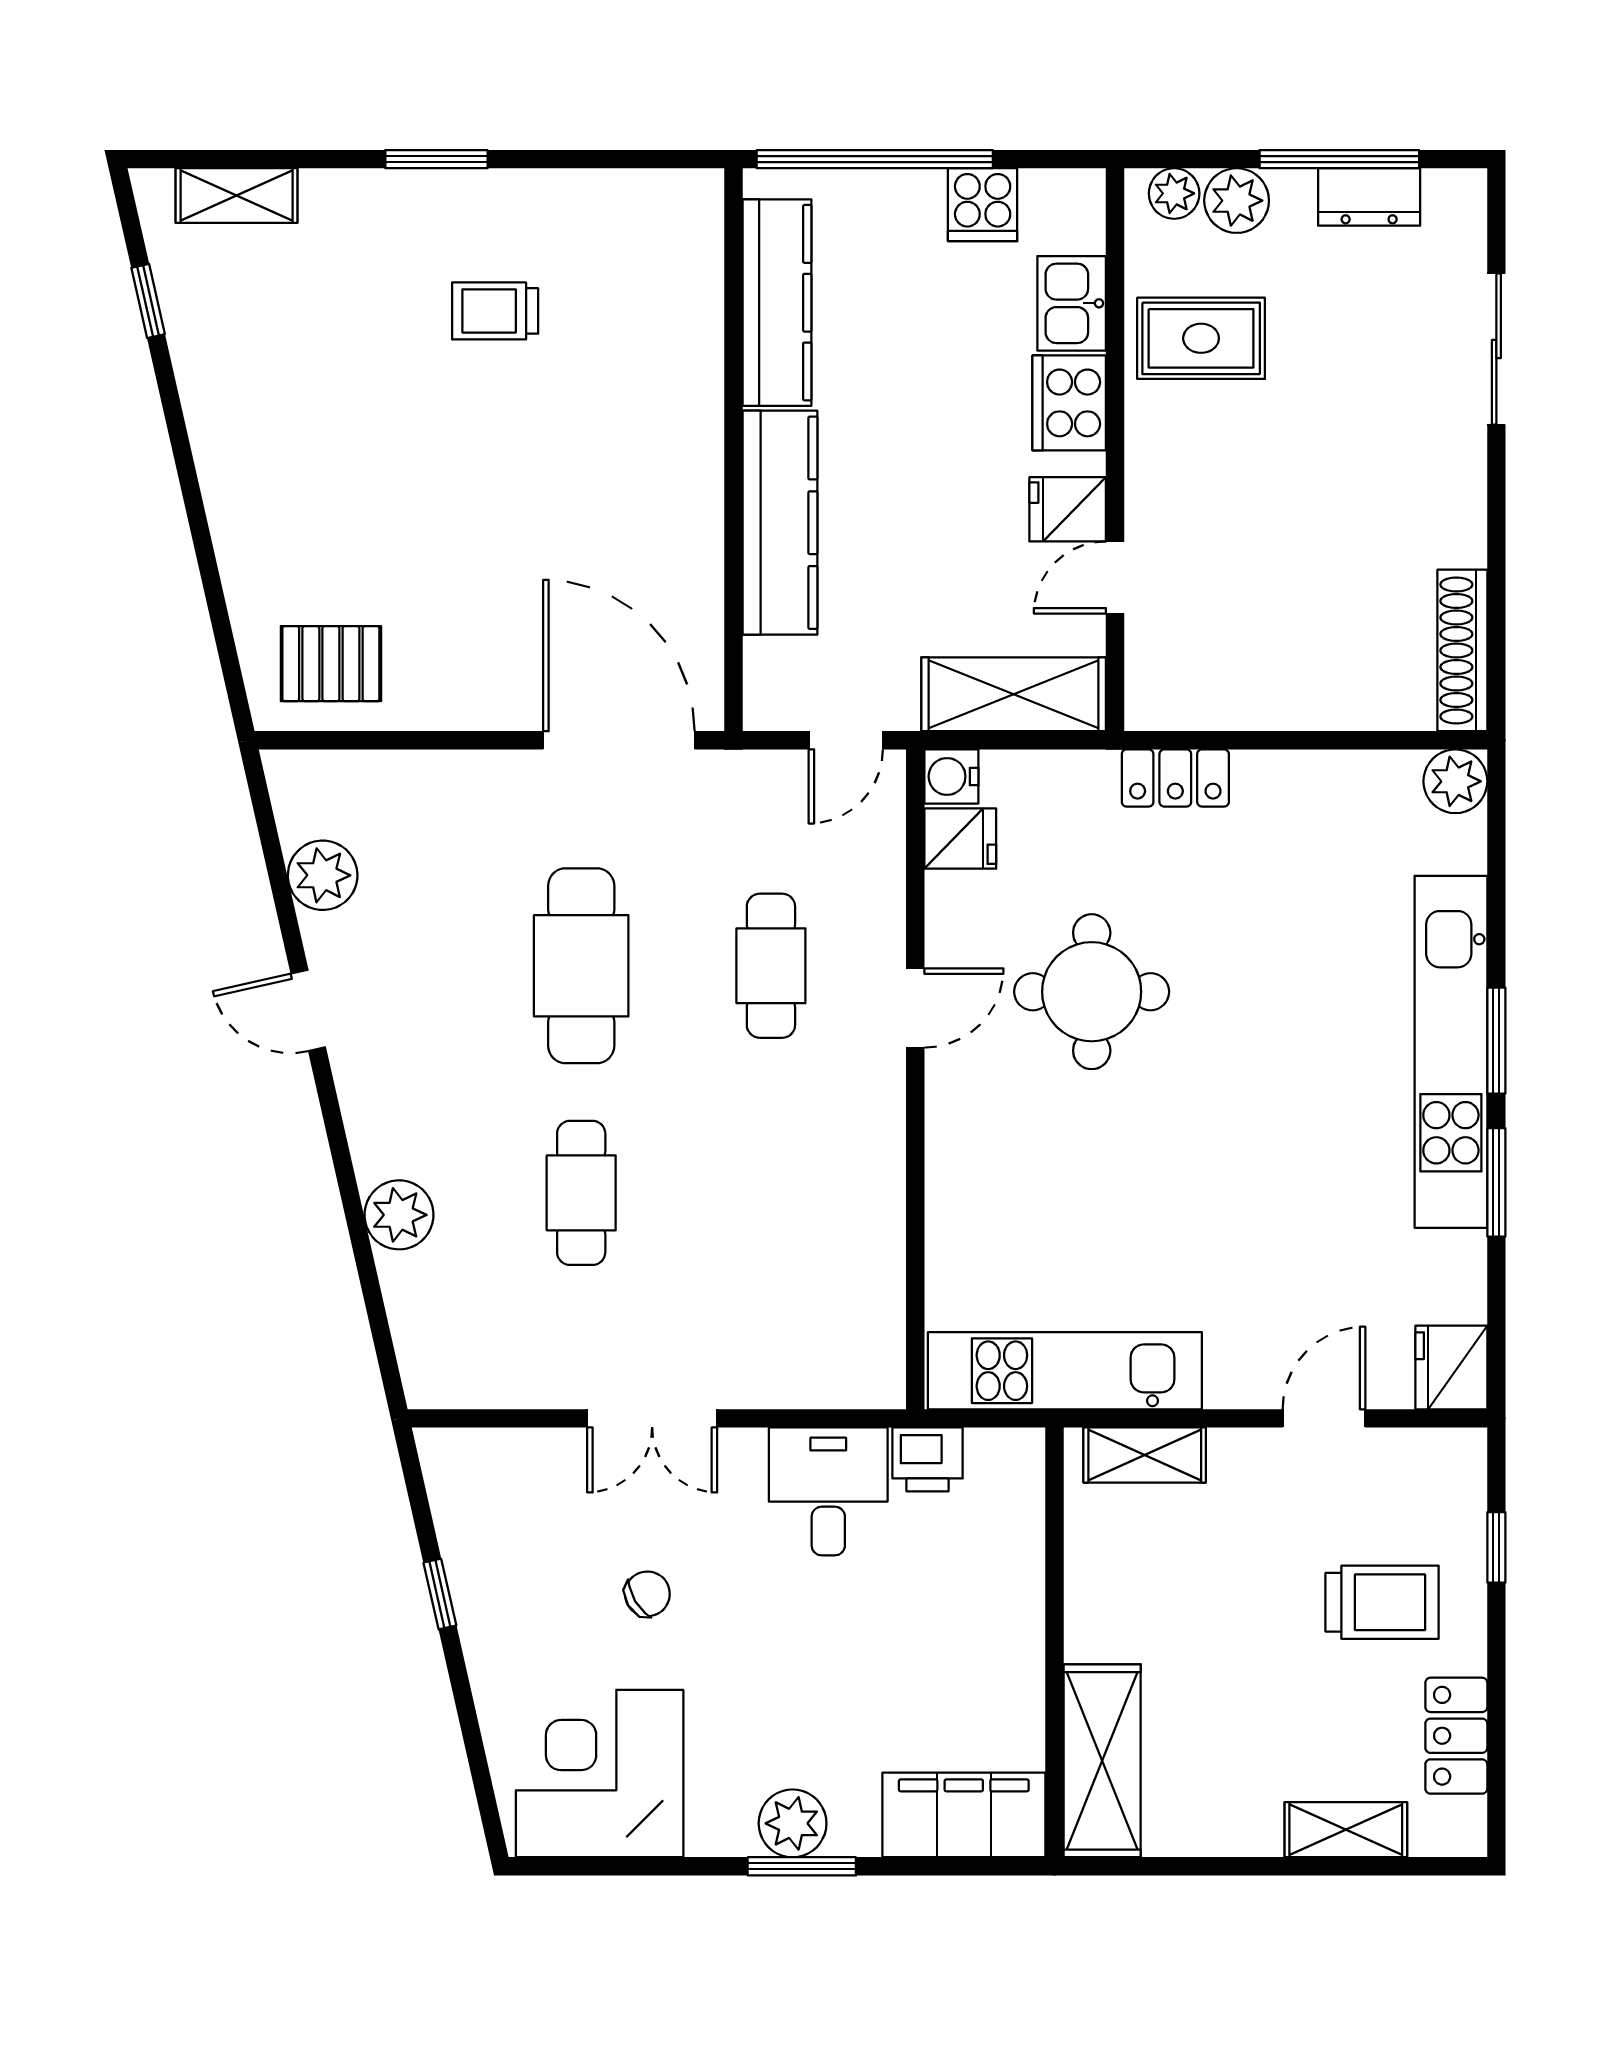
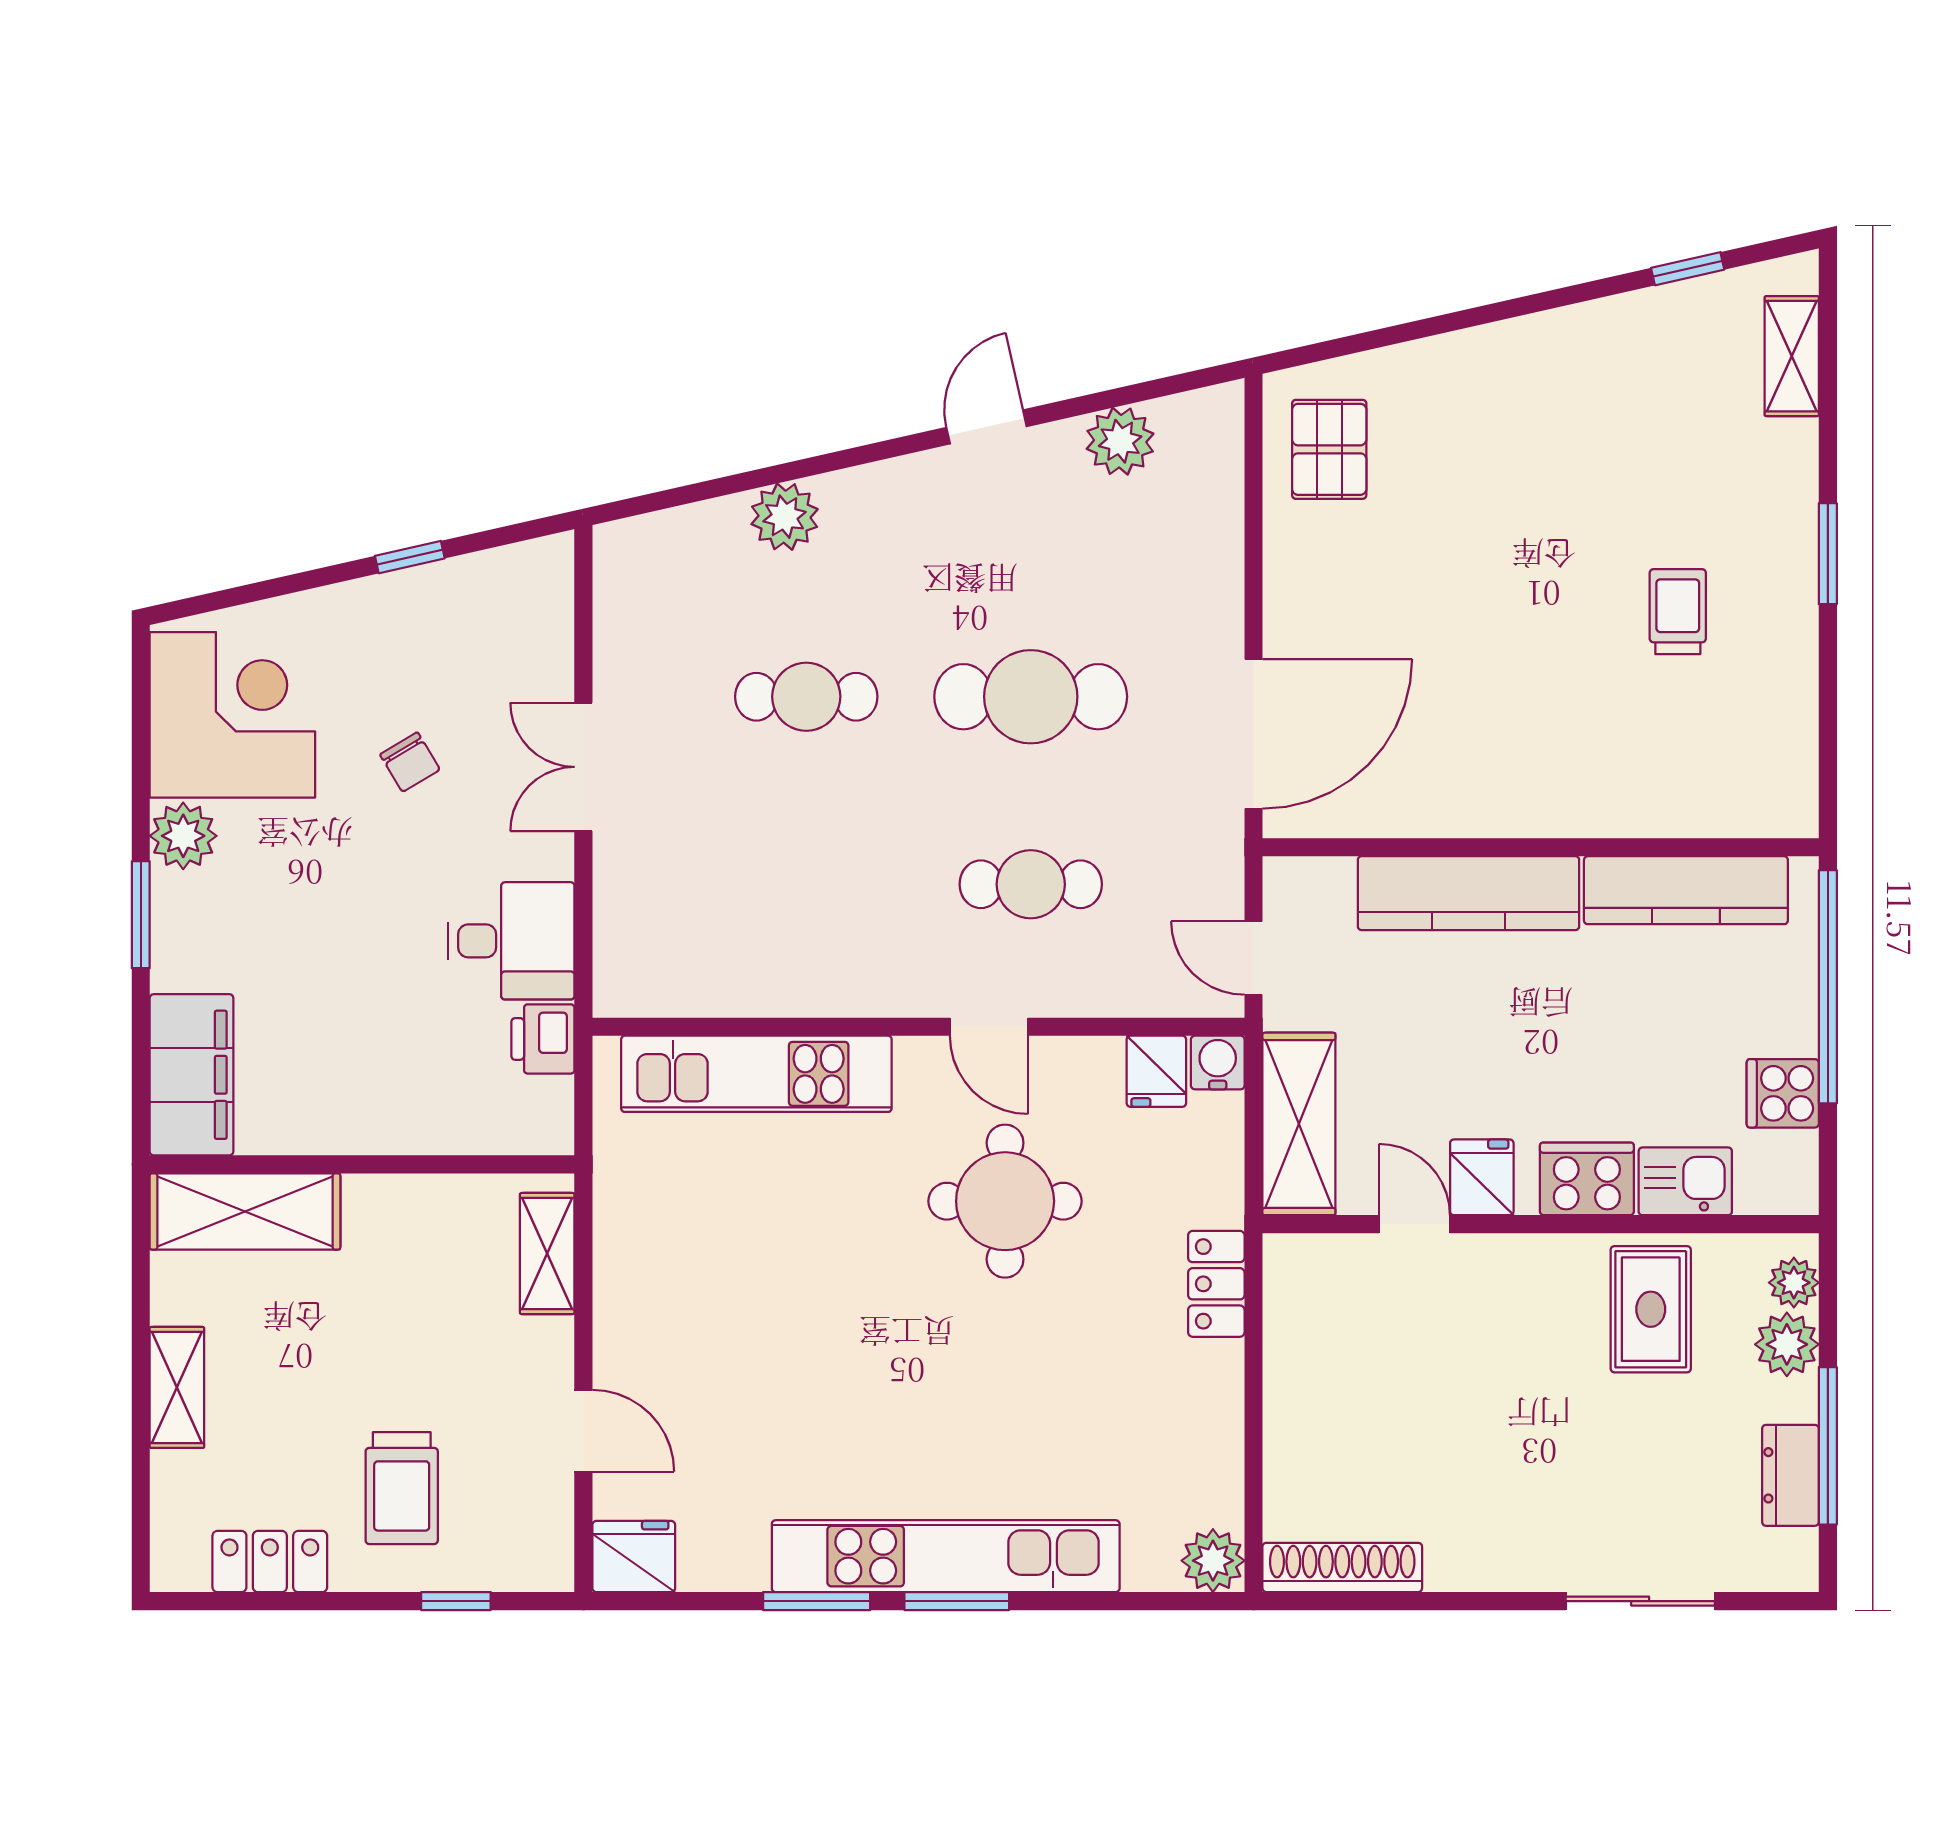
kitchen unit: (1065, 1371) -> (756, 1074), moved, turned 90
plant: (793, 1823) -> (183, 836), moved
shelving: (1346, 1830) -> (177, 1387), moved

